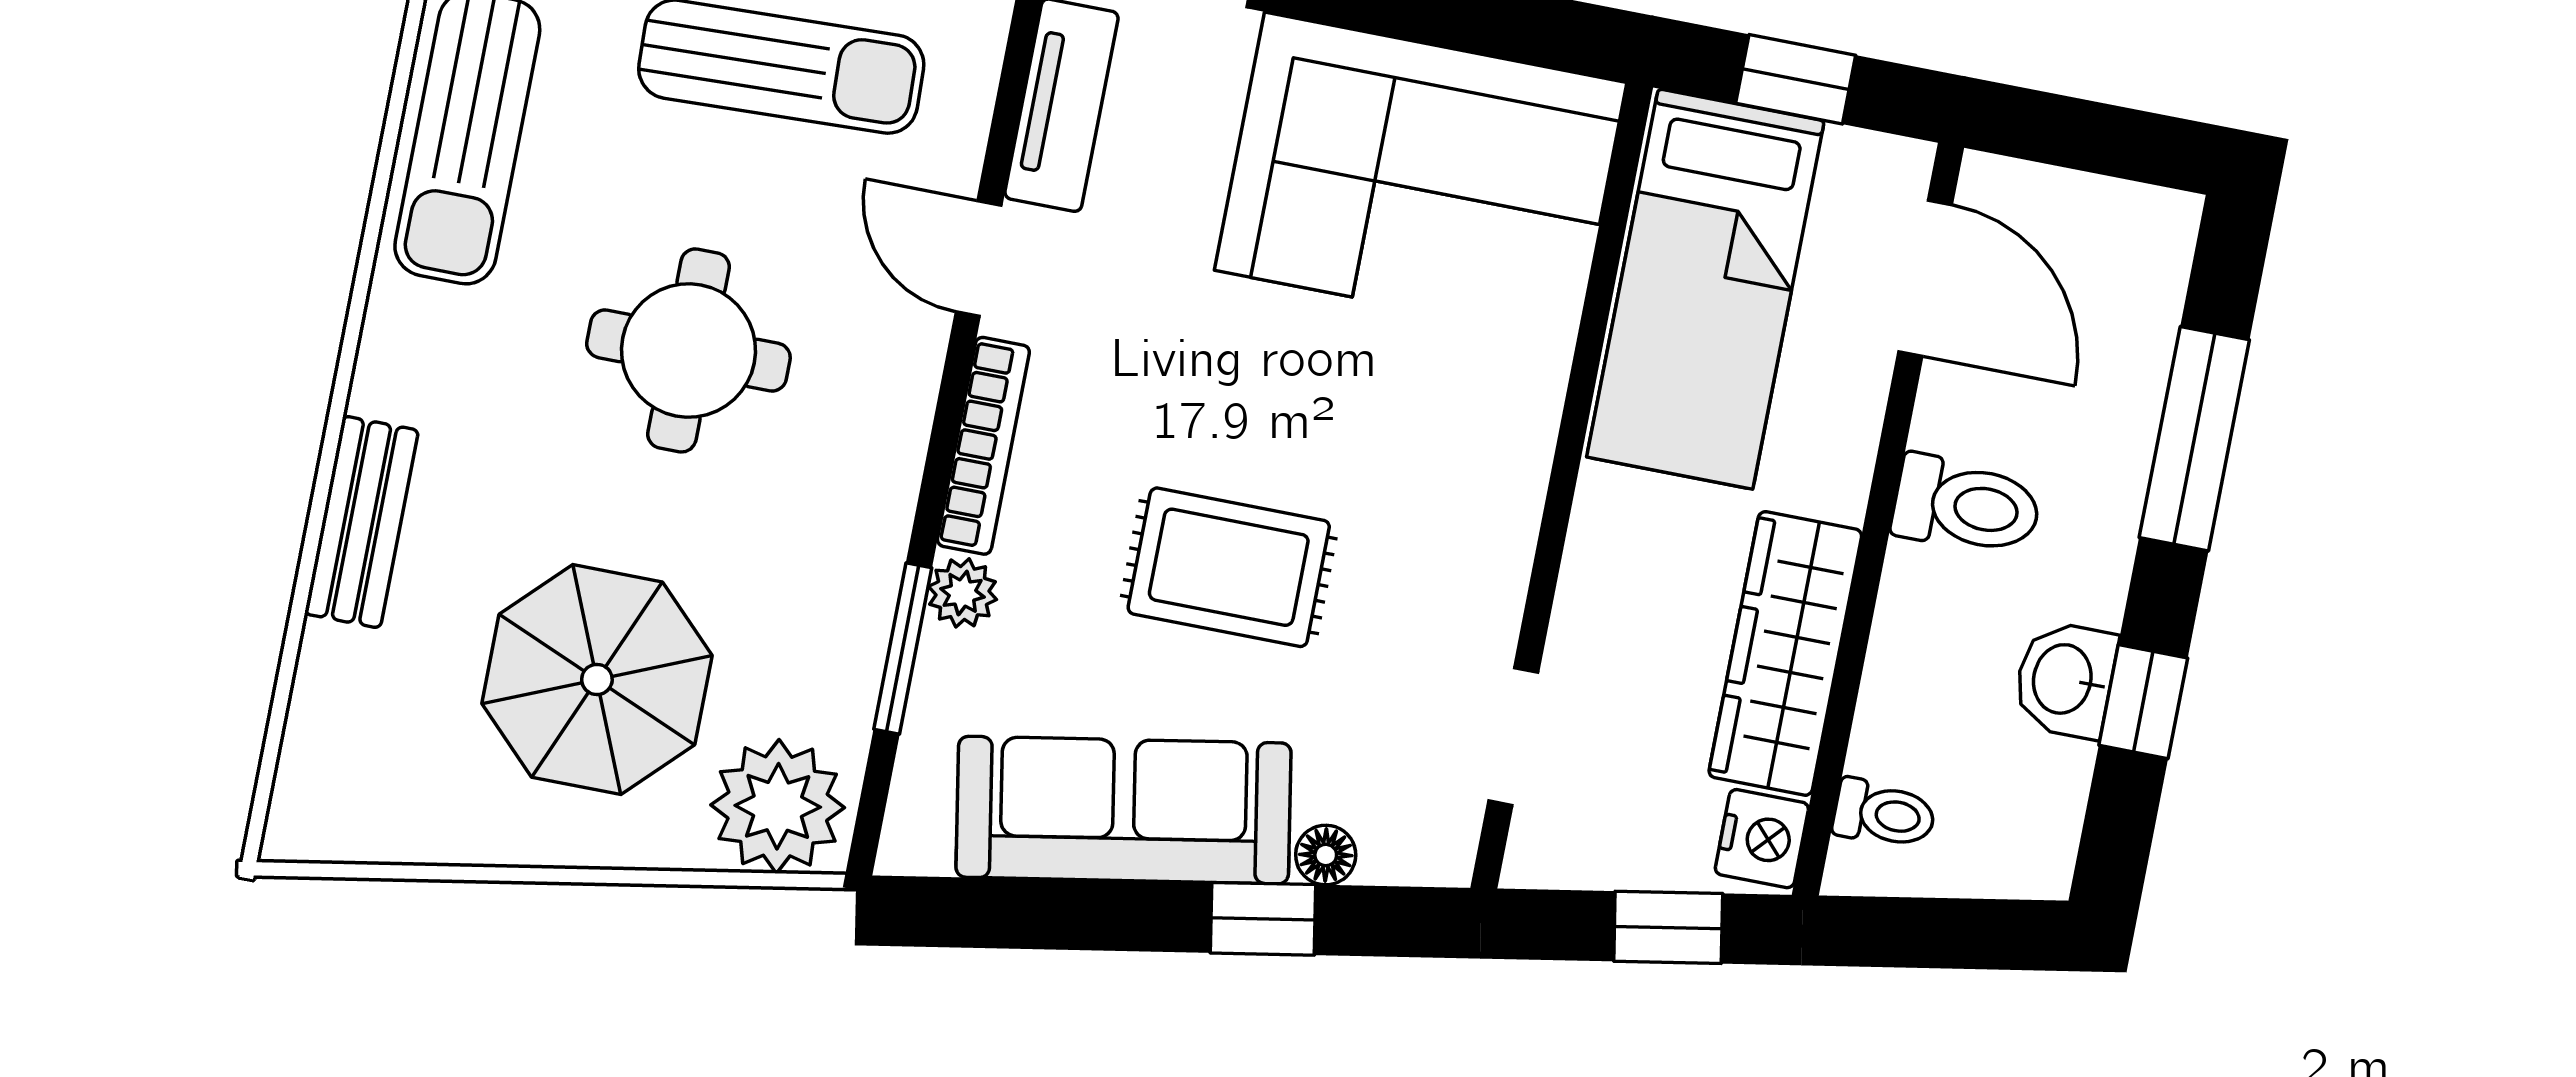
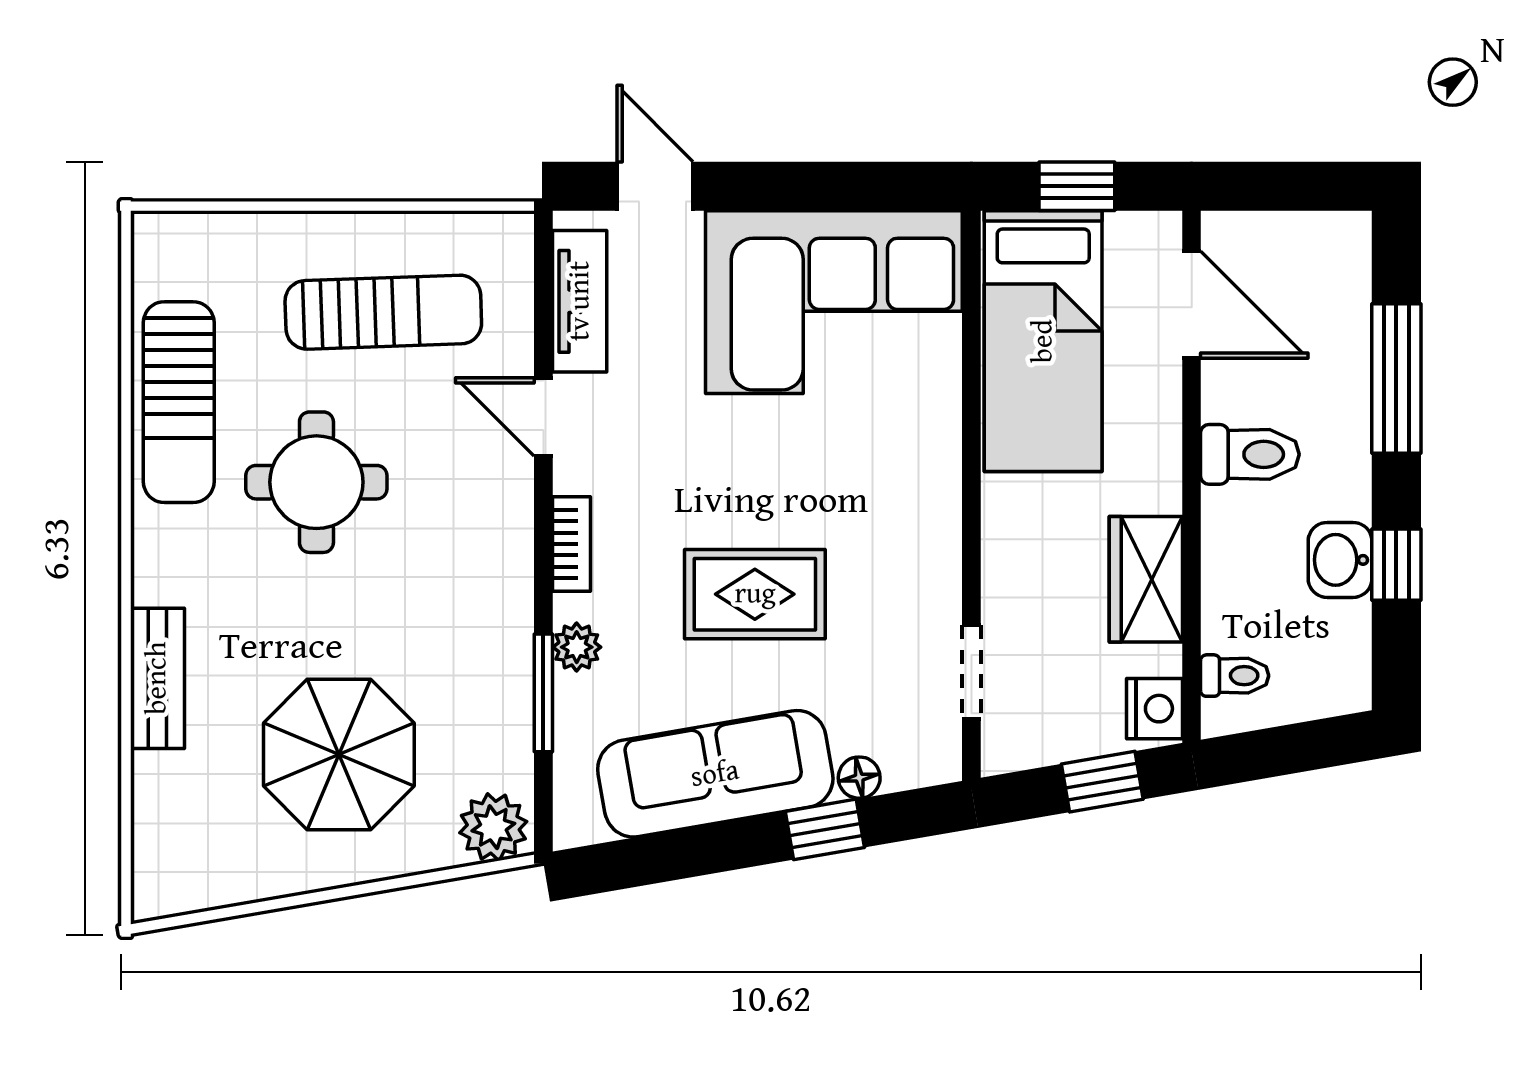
round table: (688, 350) -> (316, 482), moved
bookcase: (983, 446) -> (571, 544), width x0.64
wardrobe: (1785, 653) -> (1146, 579), width x0.67
plant: (778, 806) -> (493, 827), width x0.73, depth x0.73

